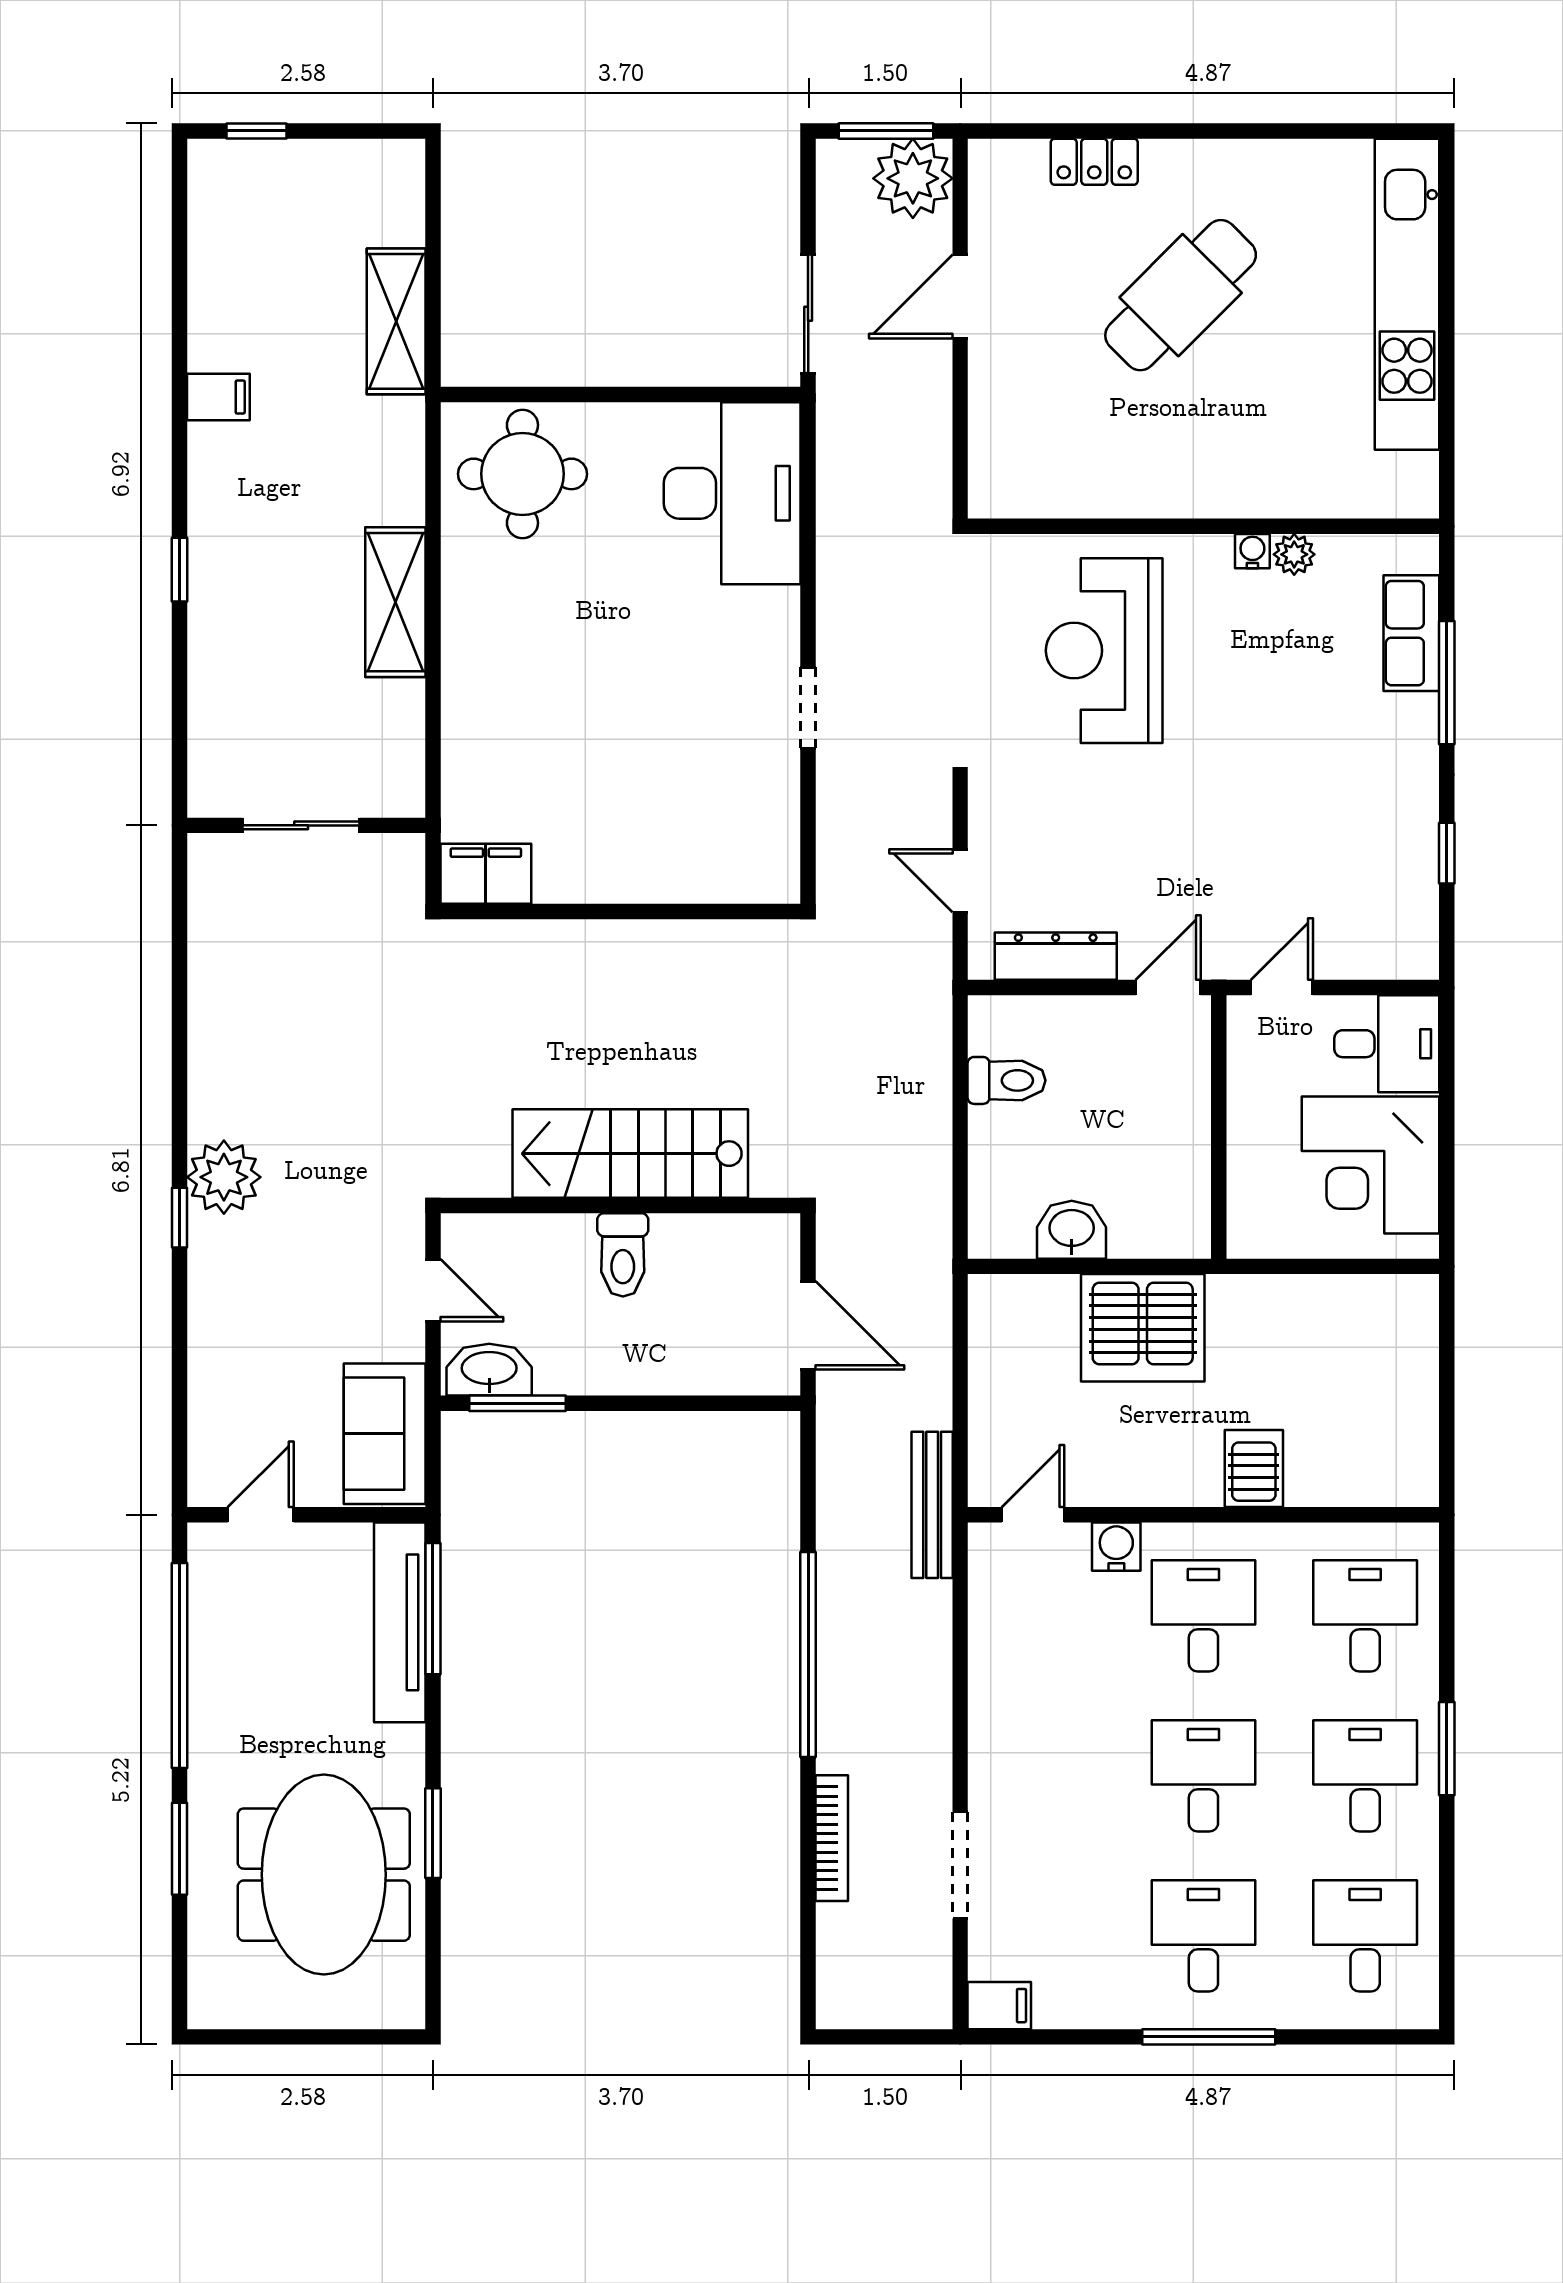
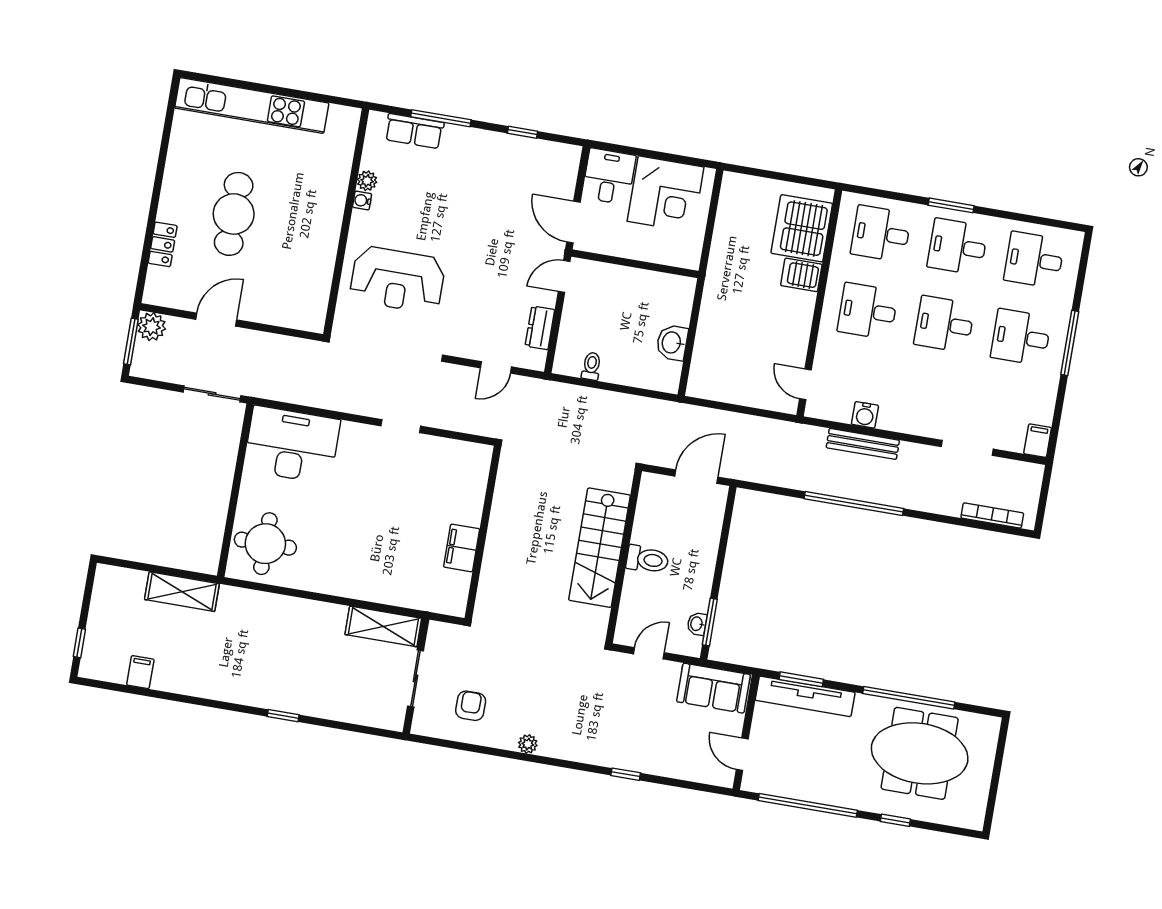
plant: (913, 178) -> (152, 327), width x0.73, depth x0.73
cafe table: (1181, 295) -> (234, 214), turned 45
door: (960, 297) -> (216, 320), swing flipped
filing cabinet: (218, 397) -> (140, 672), moved
shelving: (395, 602) -> (383, 626), moved
filing cabinet: (486, 874) -> (462, 548), moved
armchair: (265, 947) -> (471, 706), added
dresser: (1056, 956) -> (540, 328), width x0.70
door: (1168, 988) -> (564, 277), hinge flipped
door: (1282, 988) -> (573, 222), width x1.38
toilet: (1007, 1080) -> (591, 366), width x0.73, depth x0.72
plant: (224, 1177) -> (528, 744), moved, width x0.53, depth x0.53
window: (180, 1218) -> (626, 774), moved
server rack: (1143, 1328) -> (802, 228), moved, turned 180
washbasin: (489, 1370) -> (697, 624), width x0.52, depth x0.69
bench: (932, 1505) -> (863, 444), moved
water cooler: (1116, 1547) -> (865, 415), moved, turned -90
window: (433, 1609) -> (801, 679), width x0.69
window: (433, 1833) -> (909, 698), width x2.11
bookcase: (832, 1838) -> (992, 515), moved
window: (180, 1849) -> (895, 820), width x0.67

